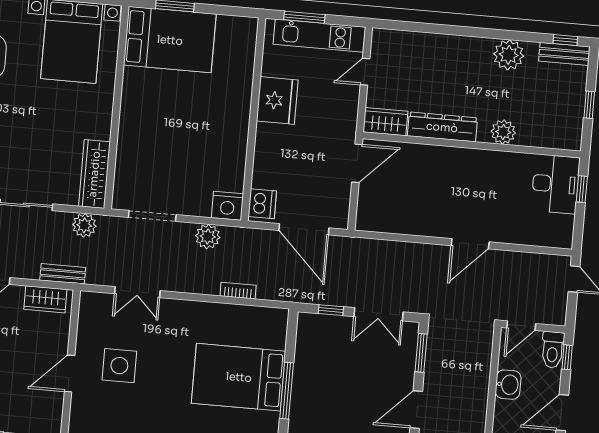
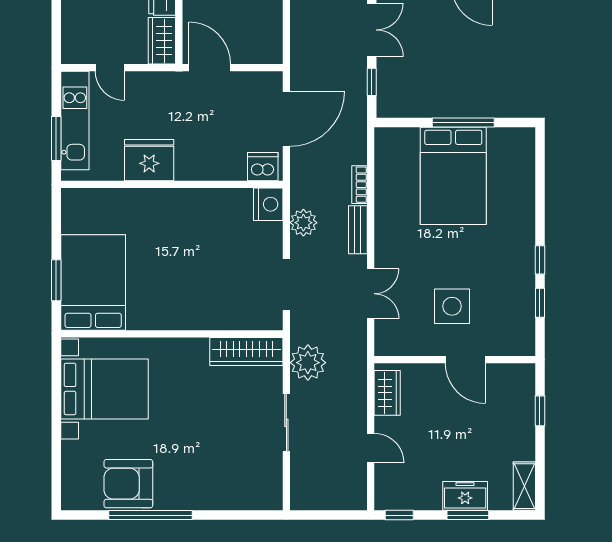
plant: (84, 225) -> (308, 363), width x1.36, depth x1.36
bench: (63, 274) -> (358, 230), moved

